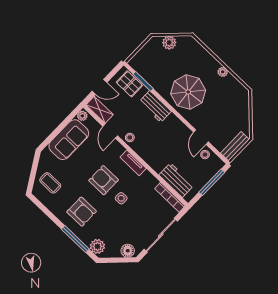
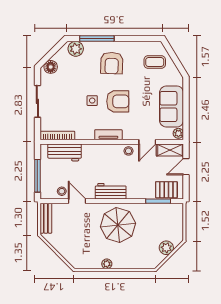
workbench: (155, 107) -> (111, 191), moved
door: (110, 131) -> (147, 142), swing flipped
armchair: (82, 212) -> (112, 63), turned -88
sliding door: (161, 235) -> (37, 101), width x0.73

